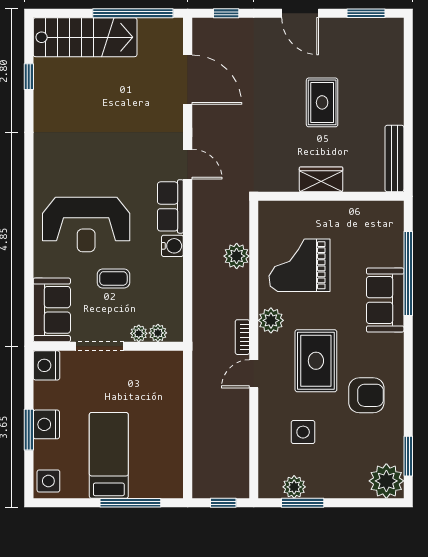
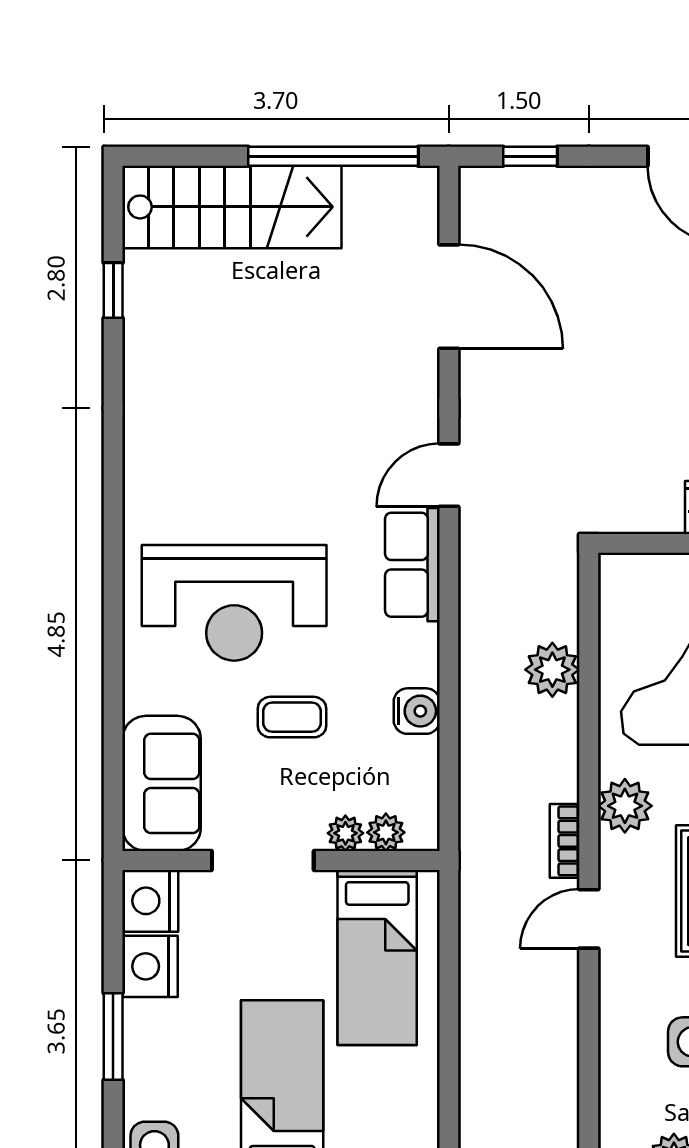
door: (188, 164) -> (449, 475), swing flipped
water cooler: (172, 246) -> (417, 711), moved
bed: (154, 392) -> (377, 957), added
nightstand: (46, 424) -> (150, 966), moved

